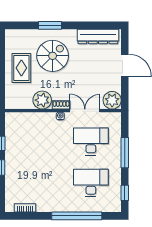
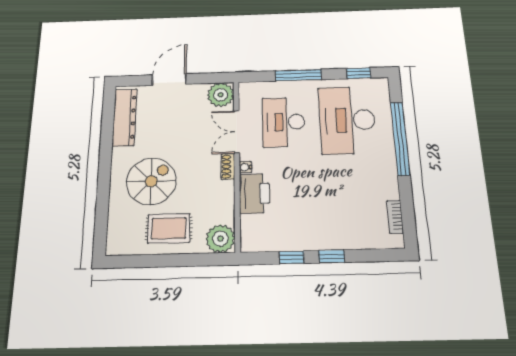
window: (50, 25) -> (104, 186), removed
spiral stairs: (53, 56) -> (151, 181), turned 90
plant: (42, 100) -> (220, 239), moved
printer: (42, 121) -> (254, 194), added
desk: (91, 183) -> (347, 120), width x1.36, depth x1.30

